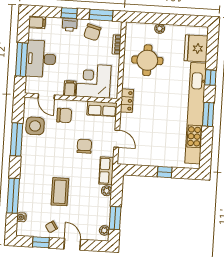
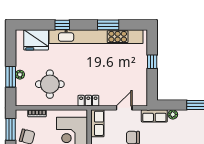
window: (158, 19) -> (11, 77), added
window: (208, 114) -> (108, 25), moved

